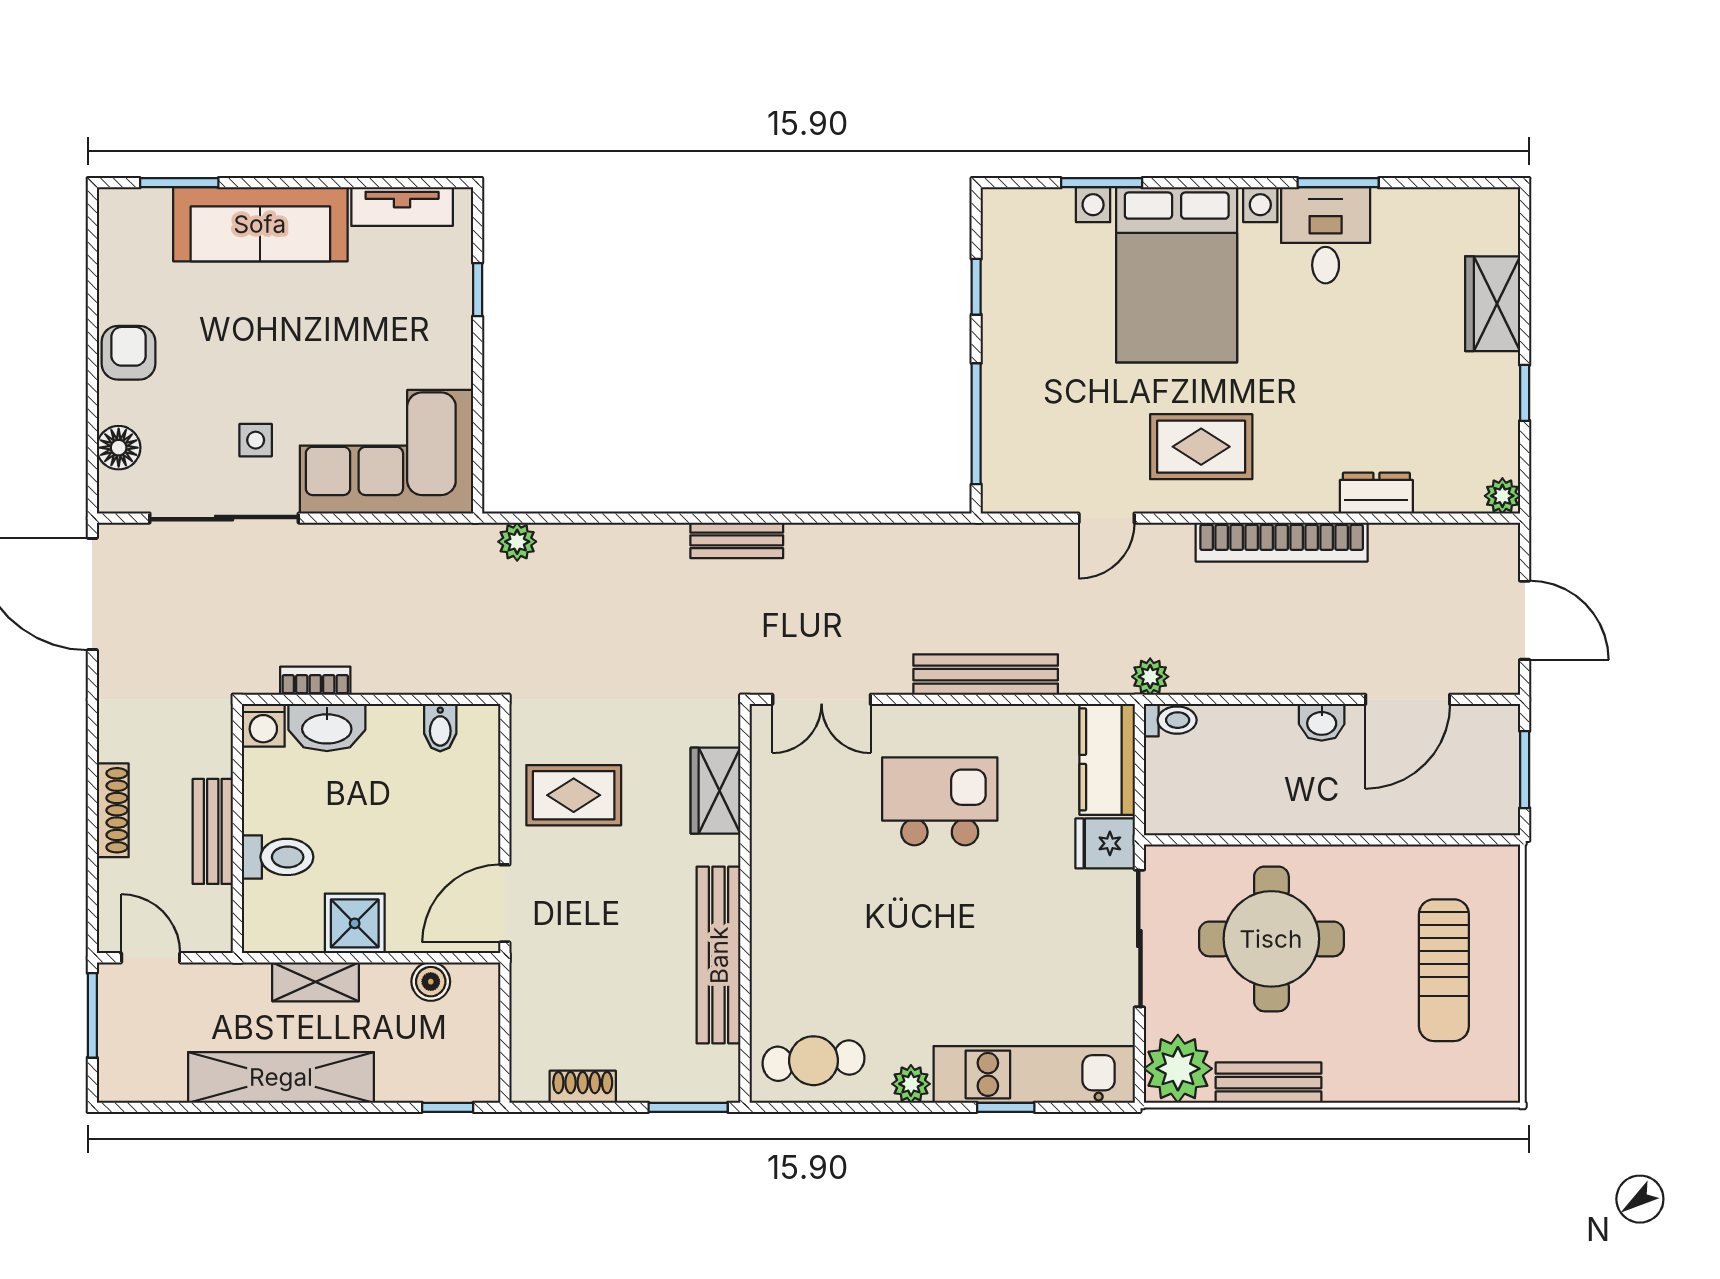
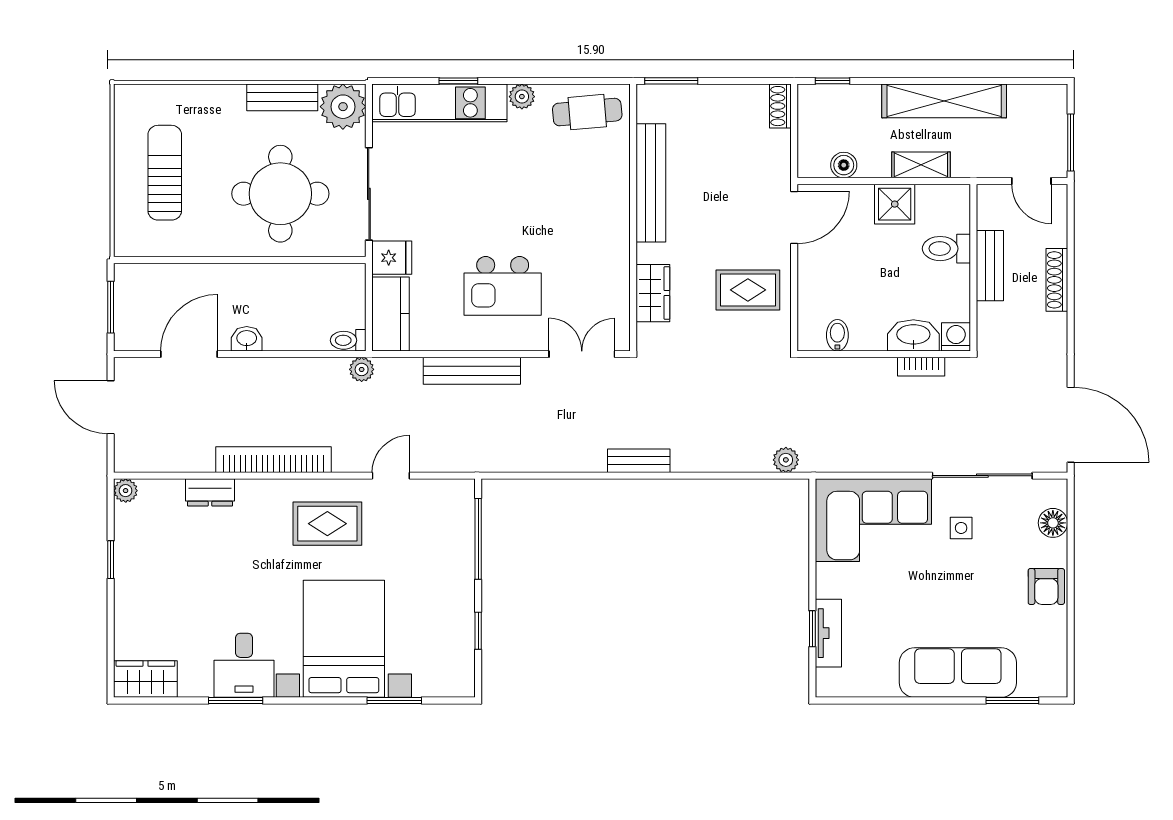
tv unit: (402, 207) -> (828, 633), moved, turned 90
wardrobe: (1493, 304) -> (145, 679), moved, turned -90
shoe rack: (583, 1087) -> (780, 106), moved, turned 90

